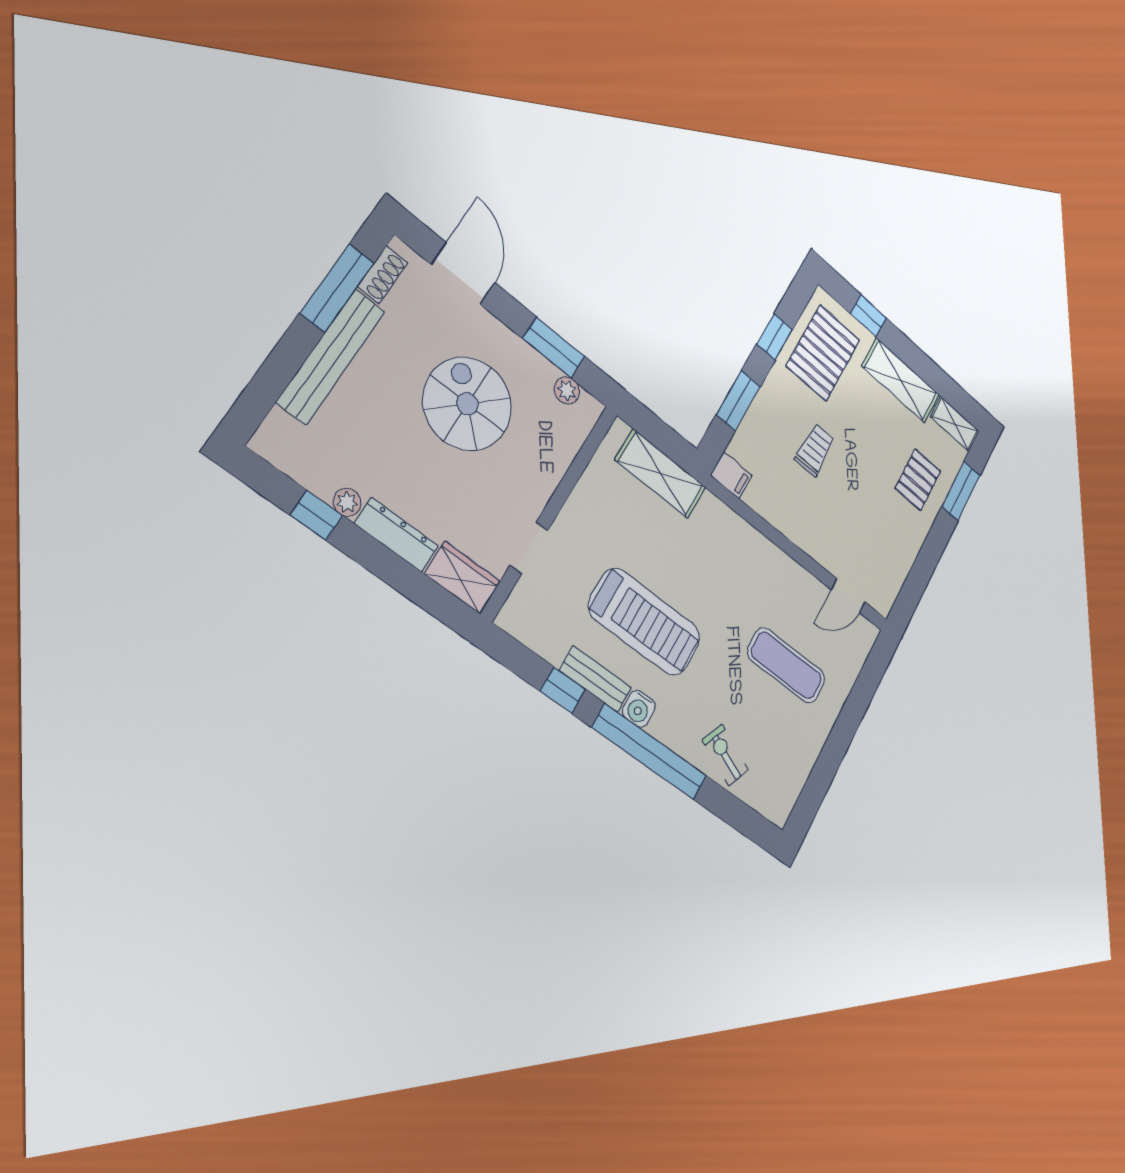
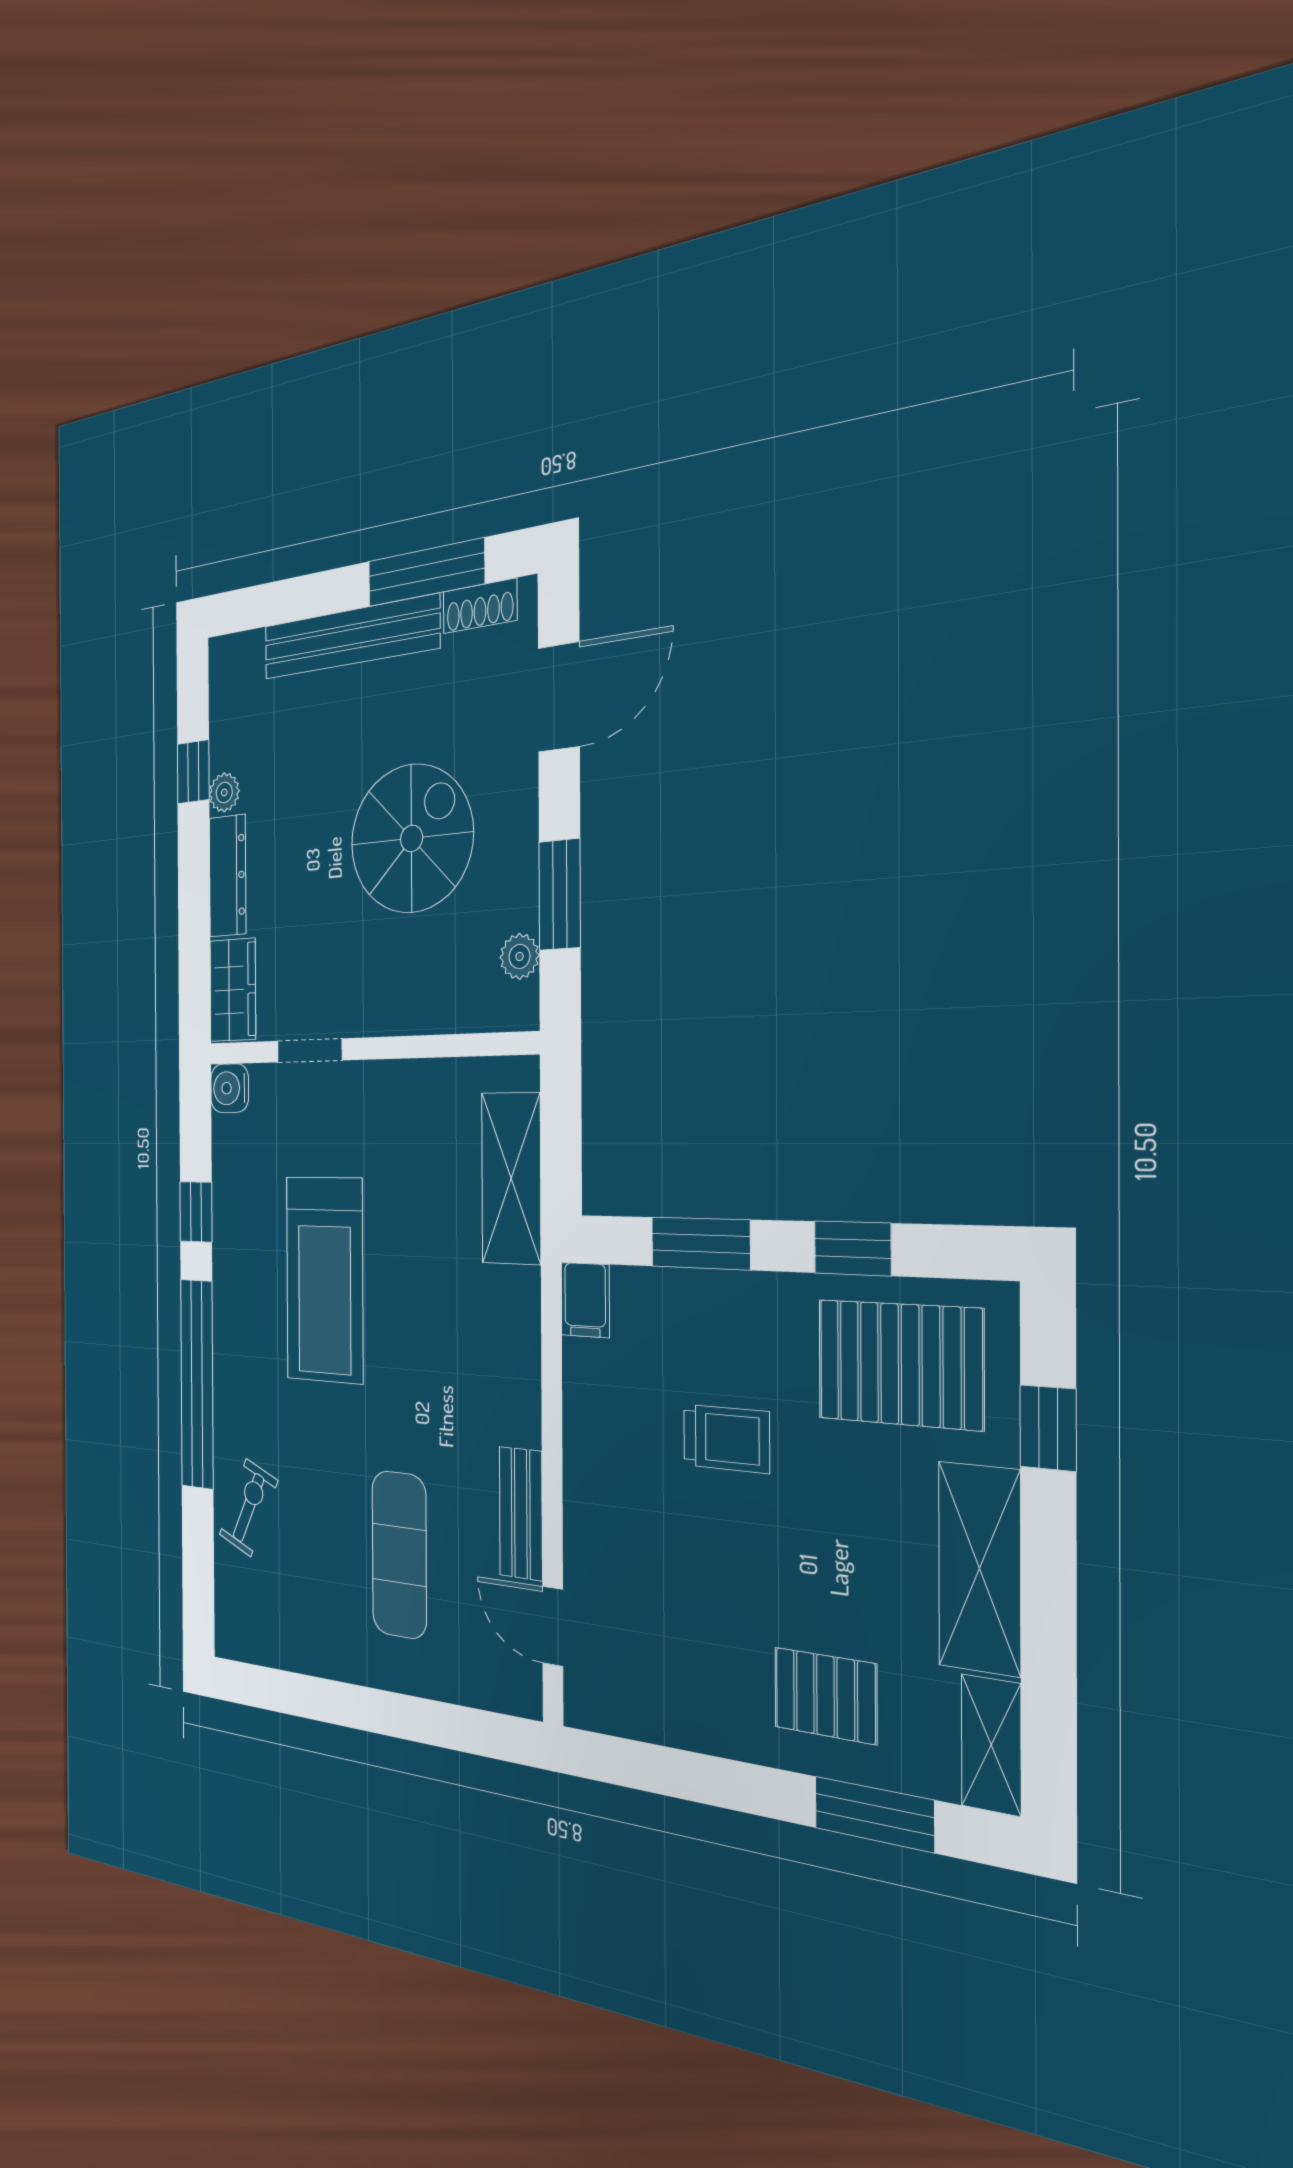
bench: (595, 679) -> (521, 1513), moved
water cooler: (639, 709) -> (230, 1088), moved

